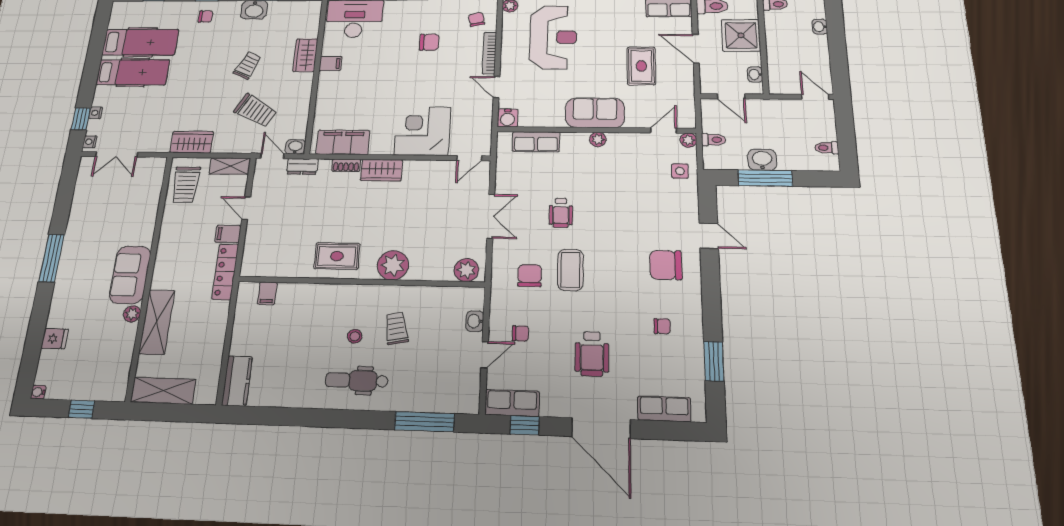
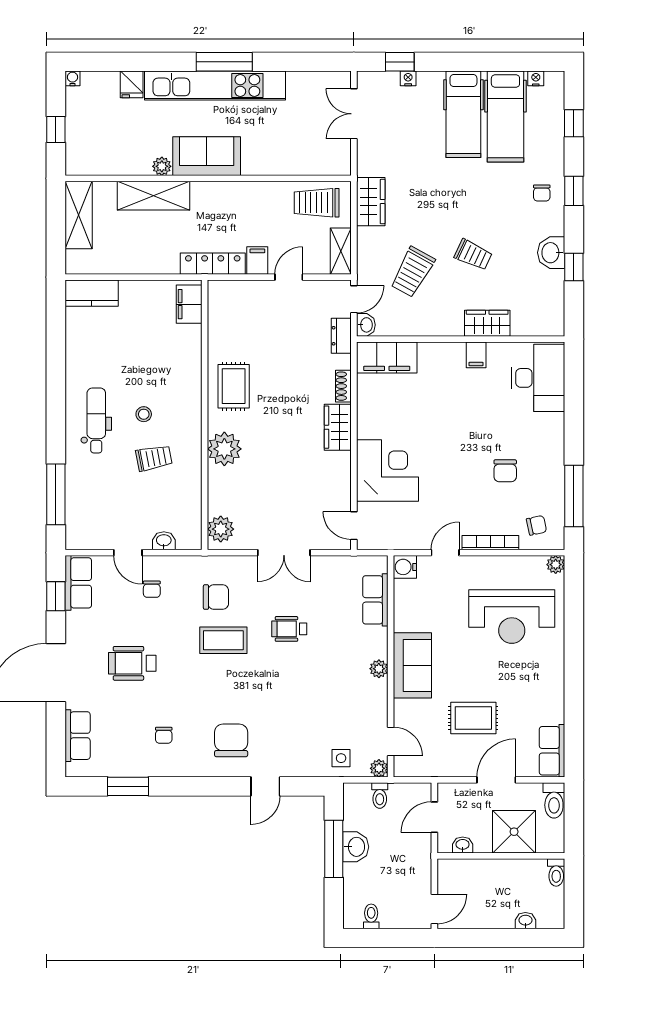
nightstand: (90, 142) -> (536, 78), moved
filing cabinet: (343, 142) -> (387, 357), moved, turned 90
kitchen unit: (70, 266) -> (215, 86), added
filing cabinet: (267, 293) -> (189, 304), width x2.00

